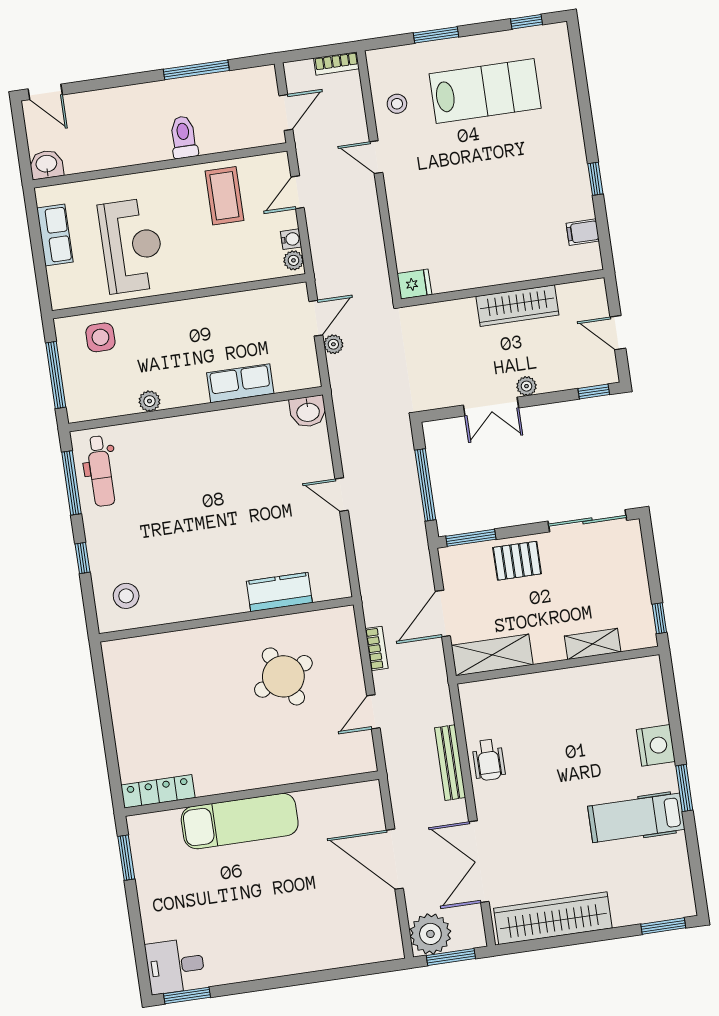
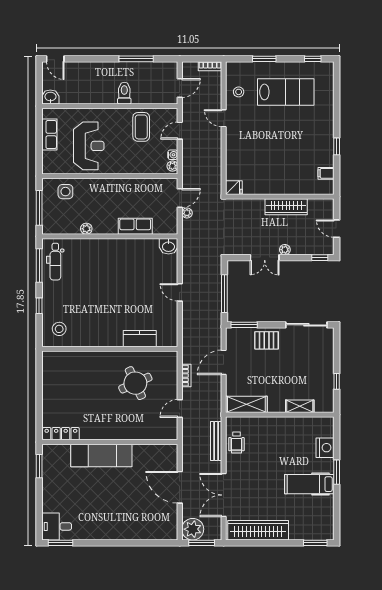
shelving: (593, 644) -> (300, 406), moved
shelving: (492, 655) -> (246, 404), moved
wall: (558, 665) -> (280, 415), moved

